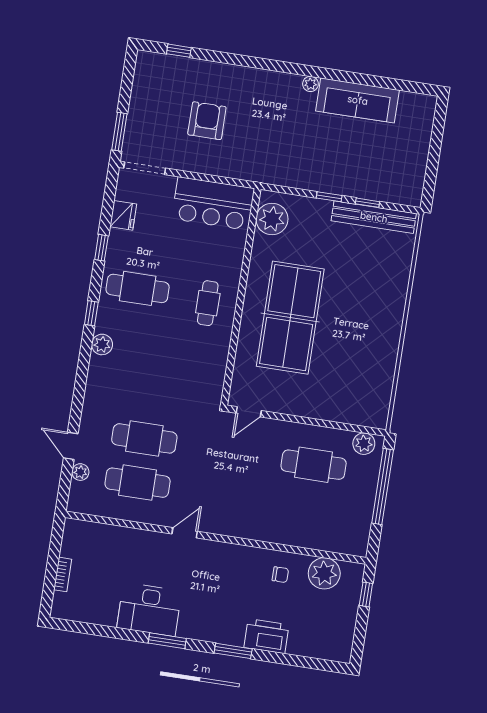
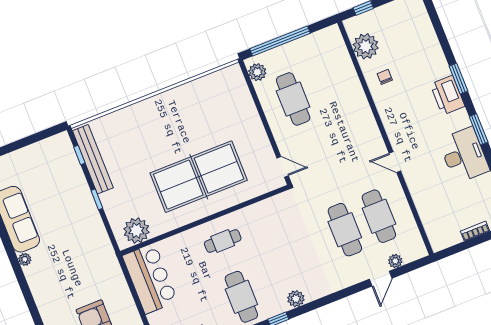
window: (367, 203) -> (79, 155), moved
printer: (266, 636) -> (448, 95), moved

